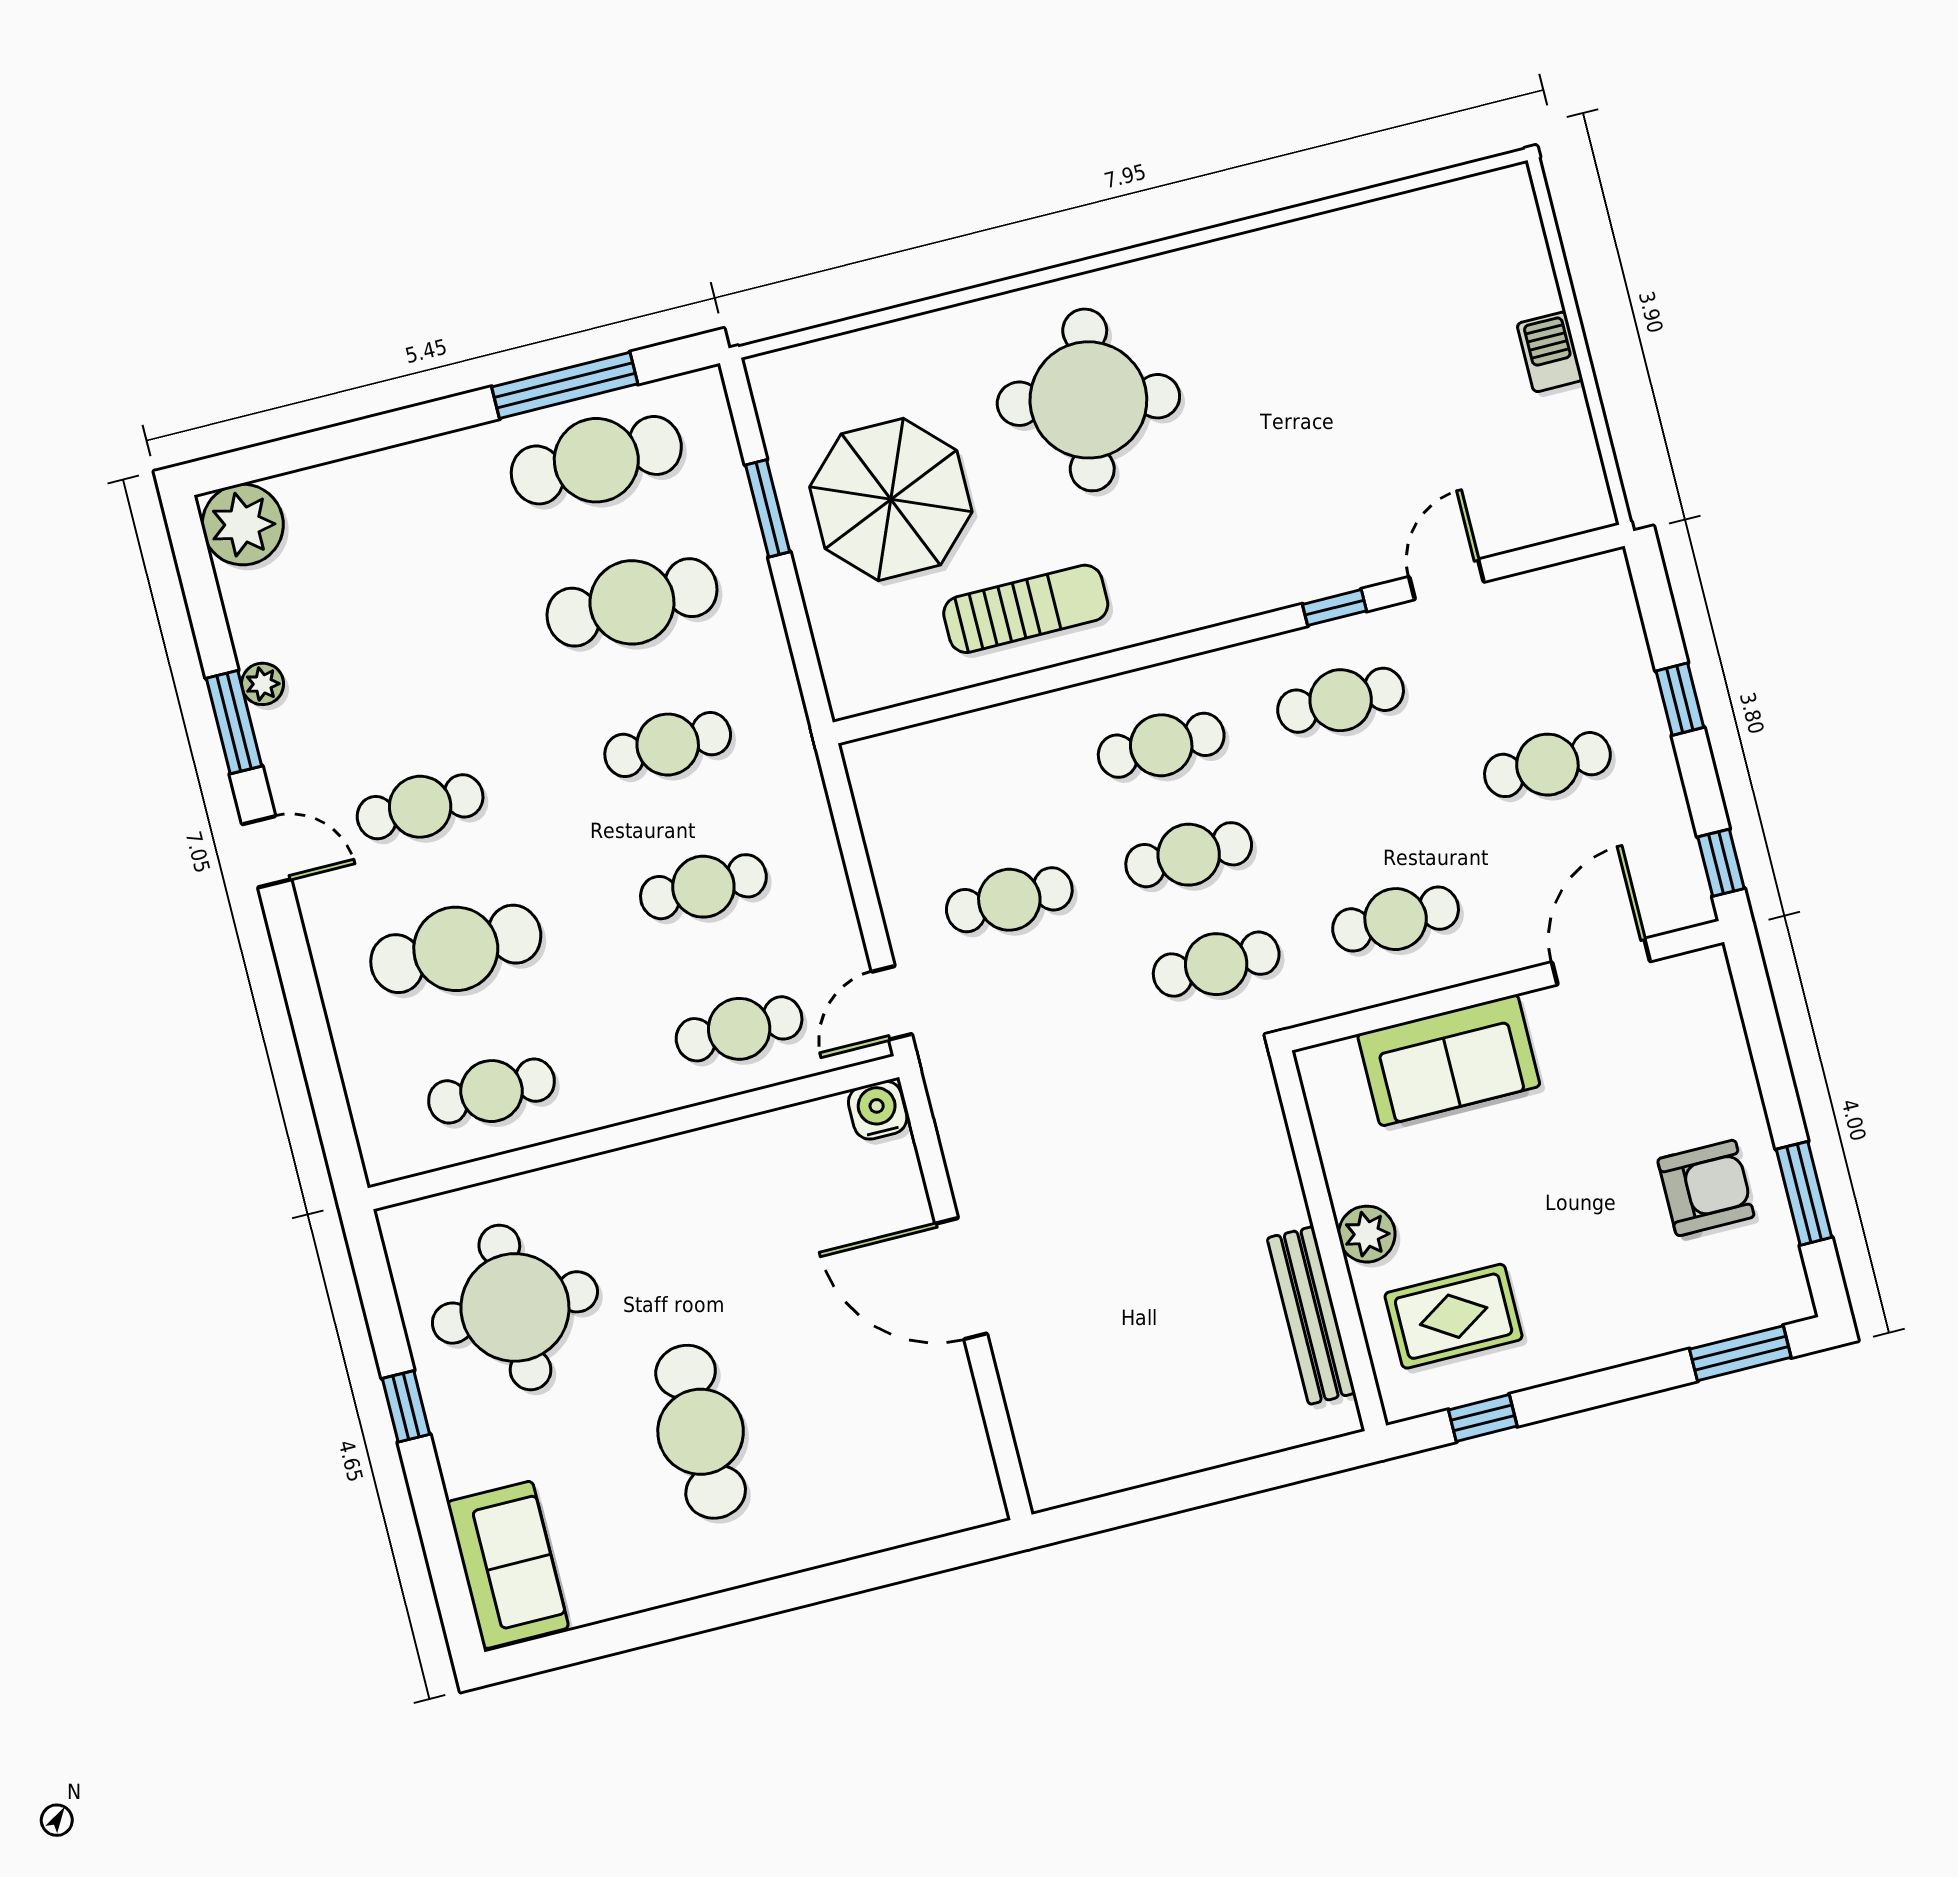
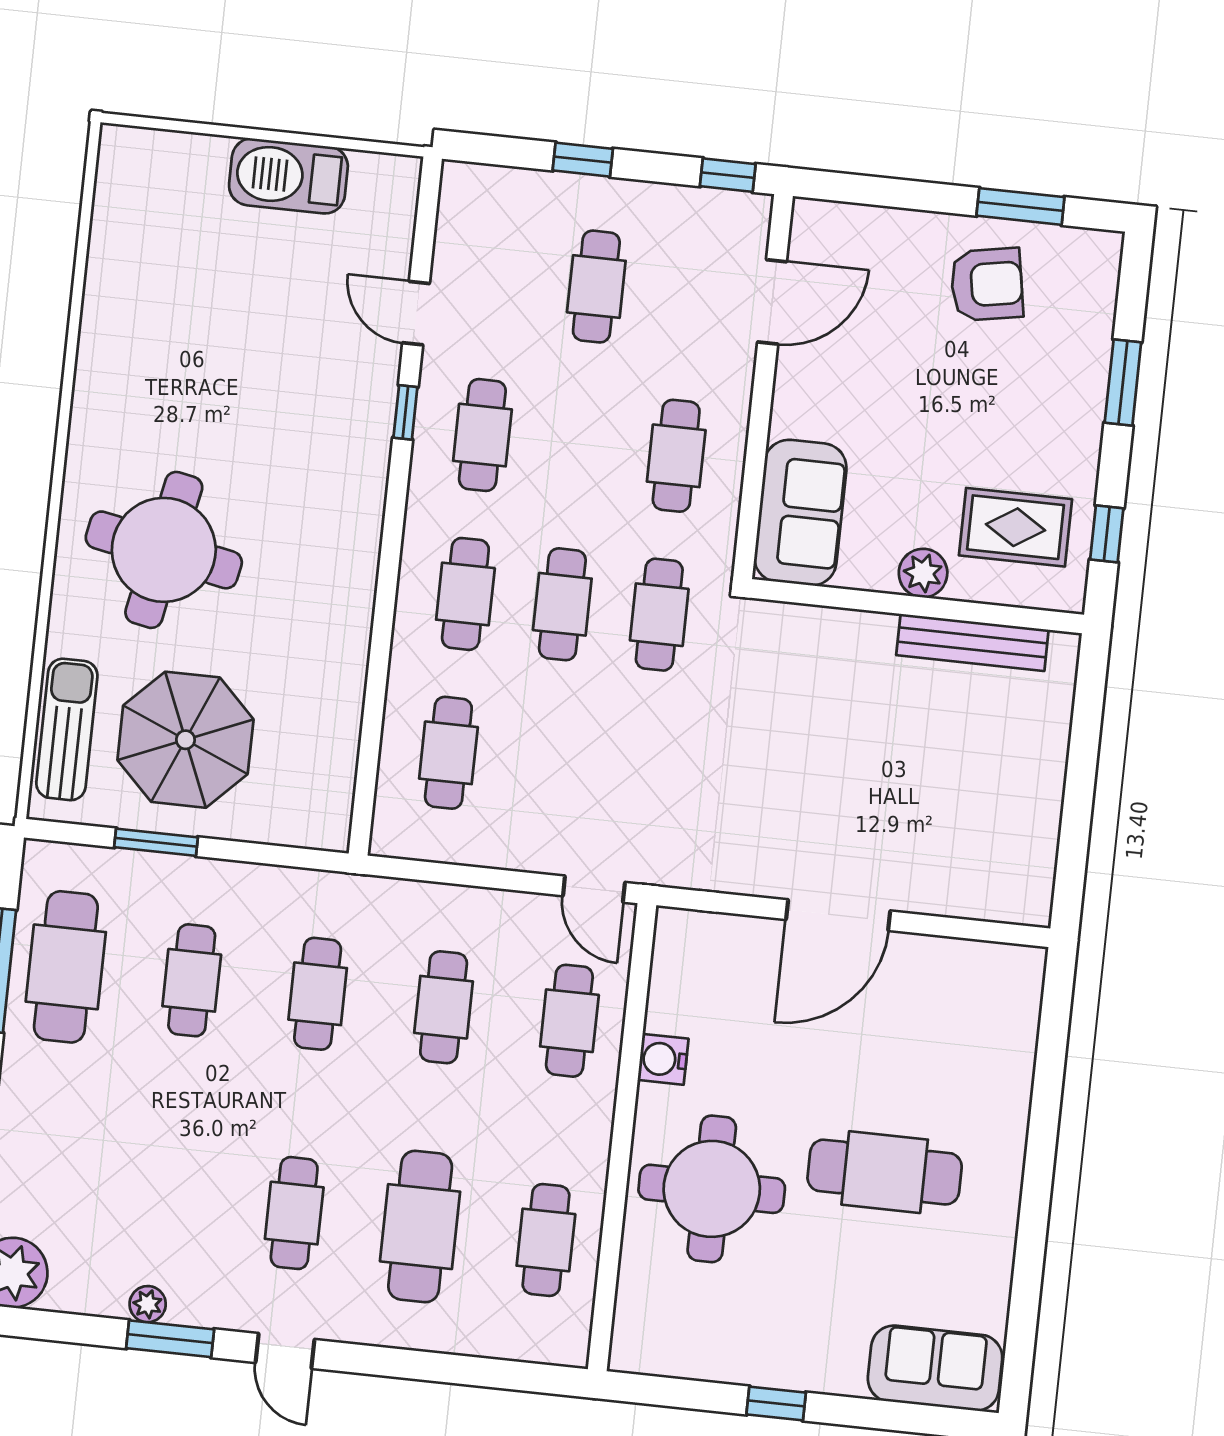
barbecue: (1550, 352) -> (288, 176), width x1.88, depth x1.53
cafe table: (632, 602) -> (192, 980), width x0.73, depth x0.74
sun lounger: (1026, 609) -> (67, 729), moved
door: (267, 852) -> (285, 1351), swing flipped
cafe table: (1009, 900) -> (448, 753), moved
door: (1601, 962) -> (772, 302), swing flipped
sofa: (1449, 1060) -> (800, 513), moved
water cooler: (878, 1110) -> (663, 1059), moved
armchair: (1706, 1188) -> (987, 284), turned 80
round table: (515, 1307) -> (712, 1189), moved
rug: (1454, 1316) -> (1015, 527), turned 90
window: (1740, 1353) -> (1123, 382), moved

